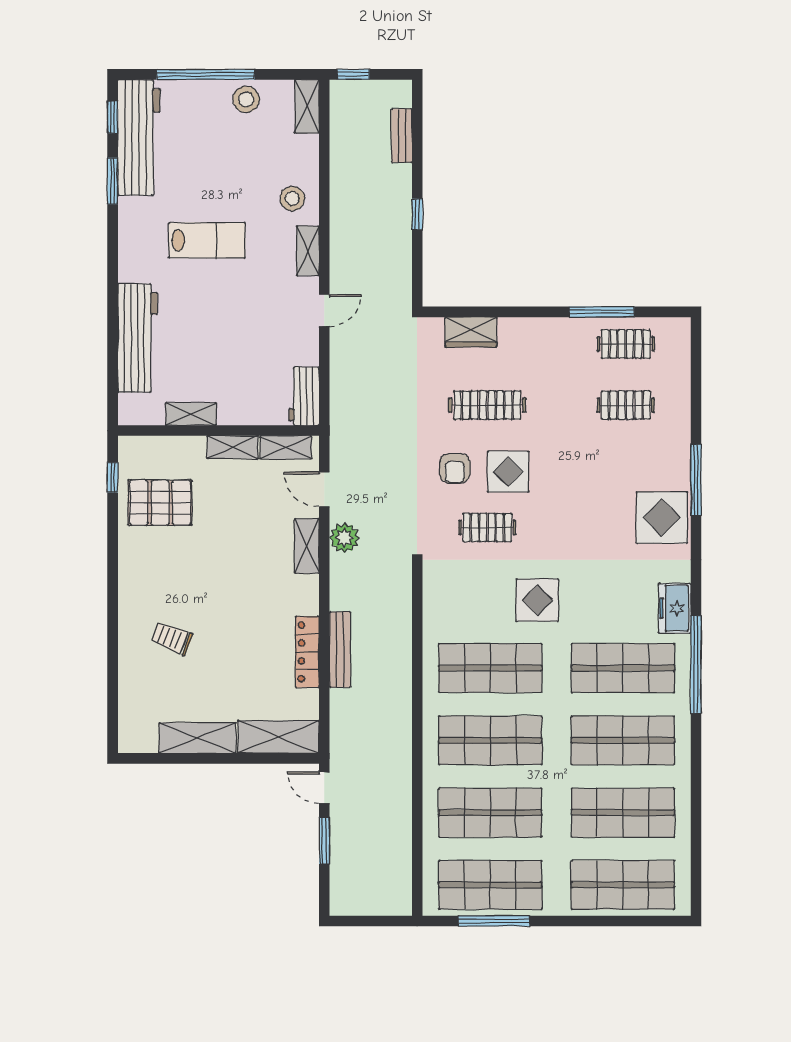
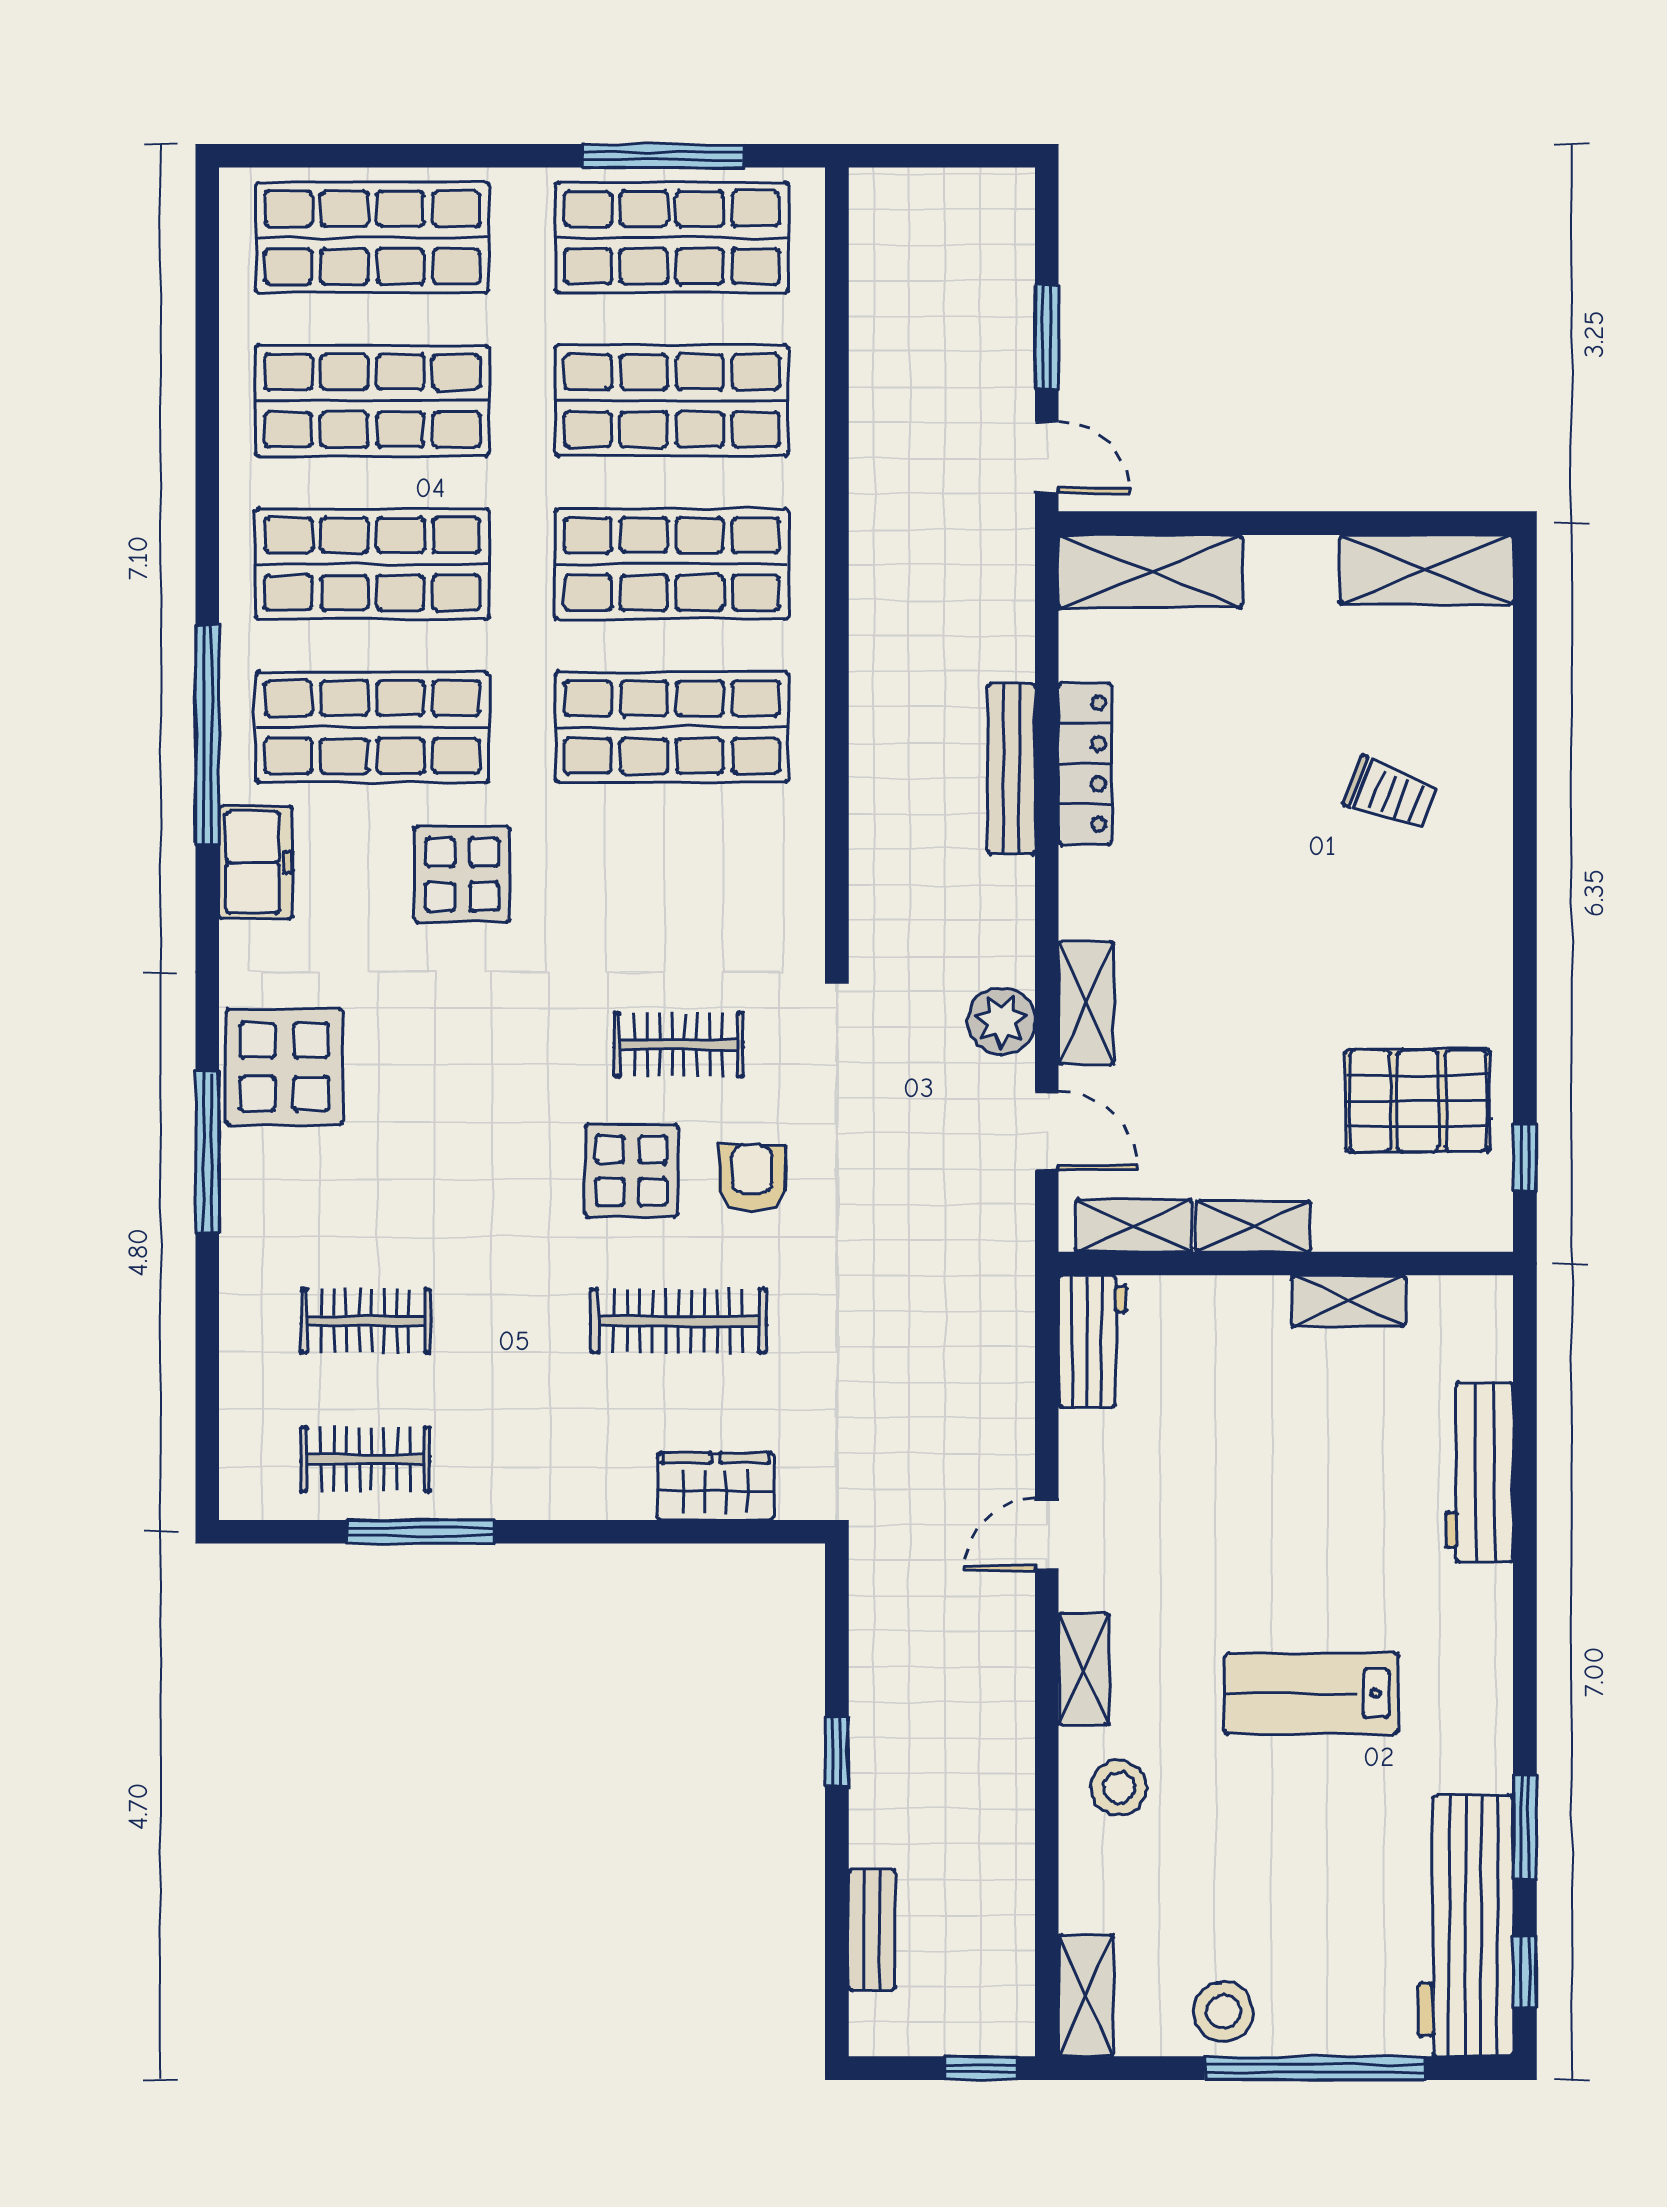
workbench: (138, 338) -> (1479, 1472), width x0.73, depth x0.76
display table: (537, 600) -> (462, 874), moved
shelving: (197, 738) -> (1427, 569), moved

